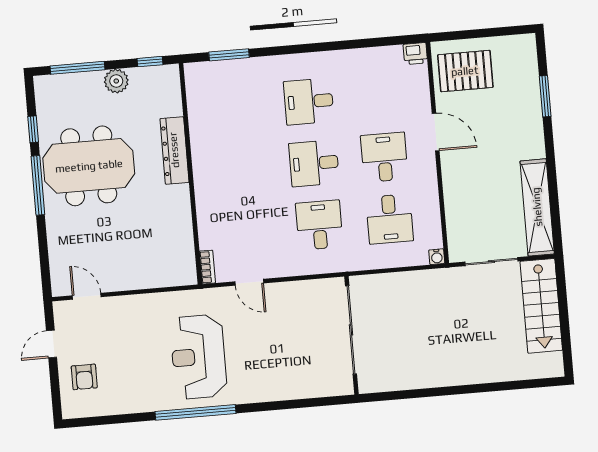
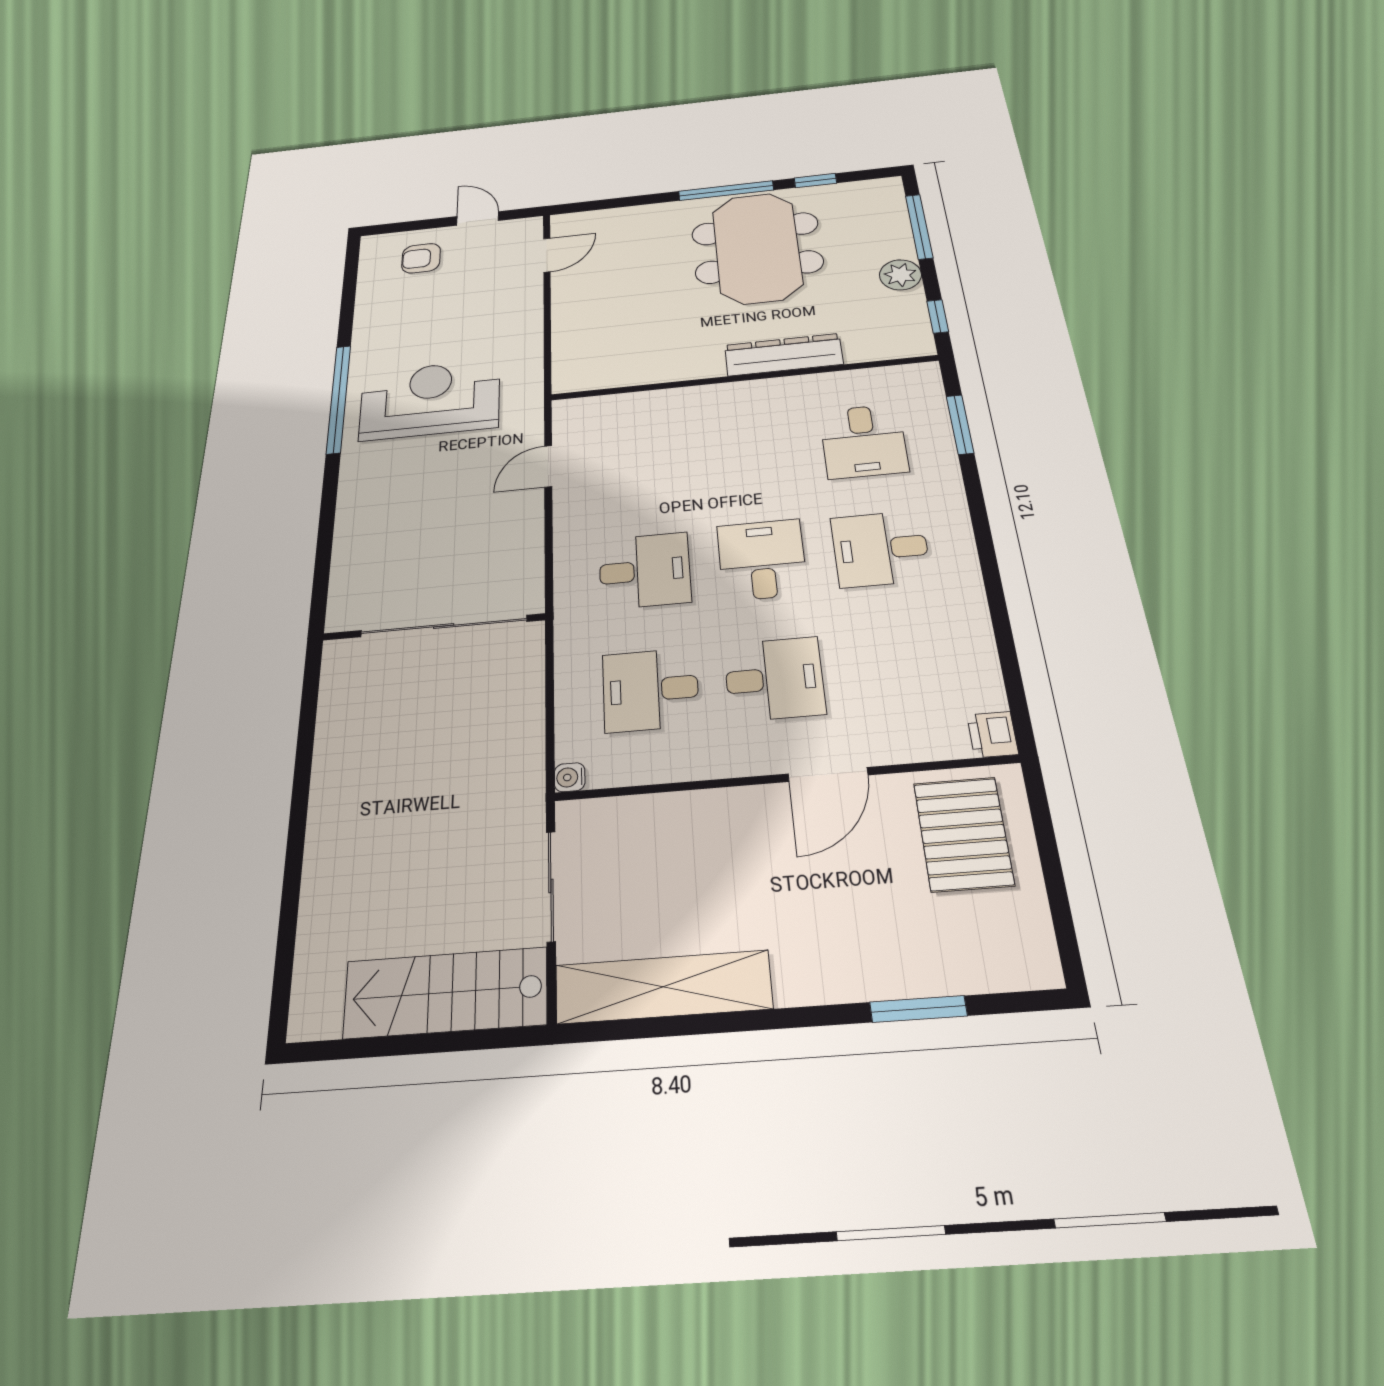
desk: (309, 101) -> (881, 549), turned -90
desk: (238, 107) -> (863, 441), added
bookcase: (207, 267) -> (580, 406), removed

